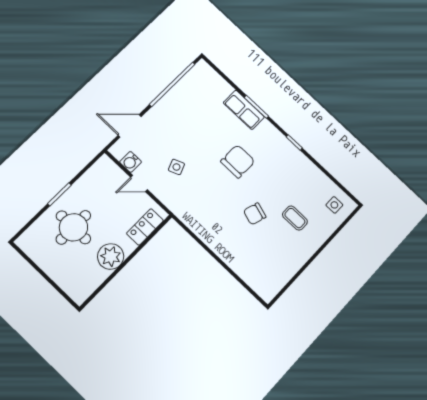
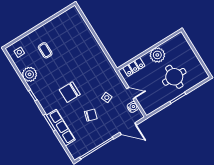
row of seats: (244, 110) -> (61, 128), width x1.48
plant: (309, 174) -> (30, 74), added
chair: (255, 214) -> (91, 115), moved

